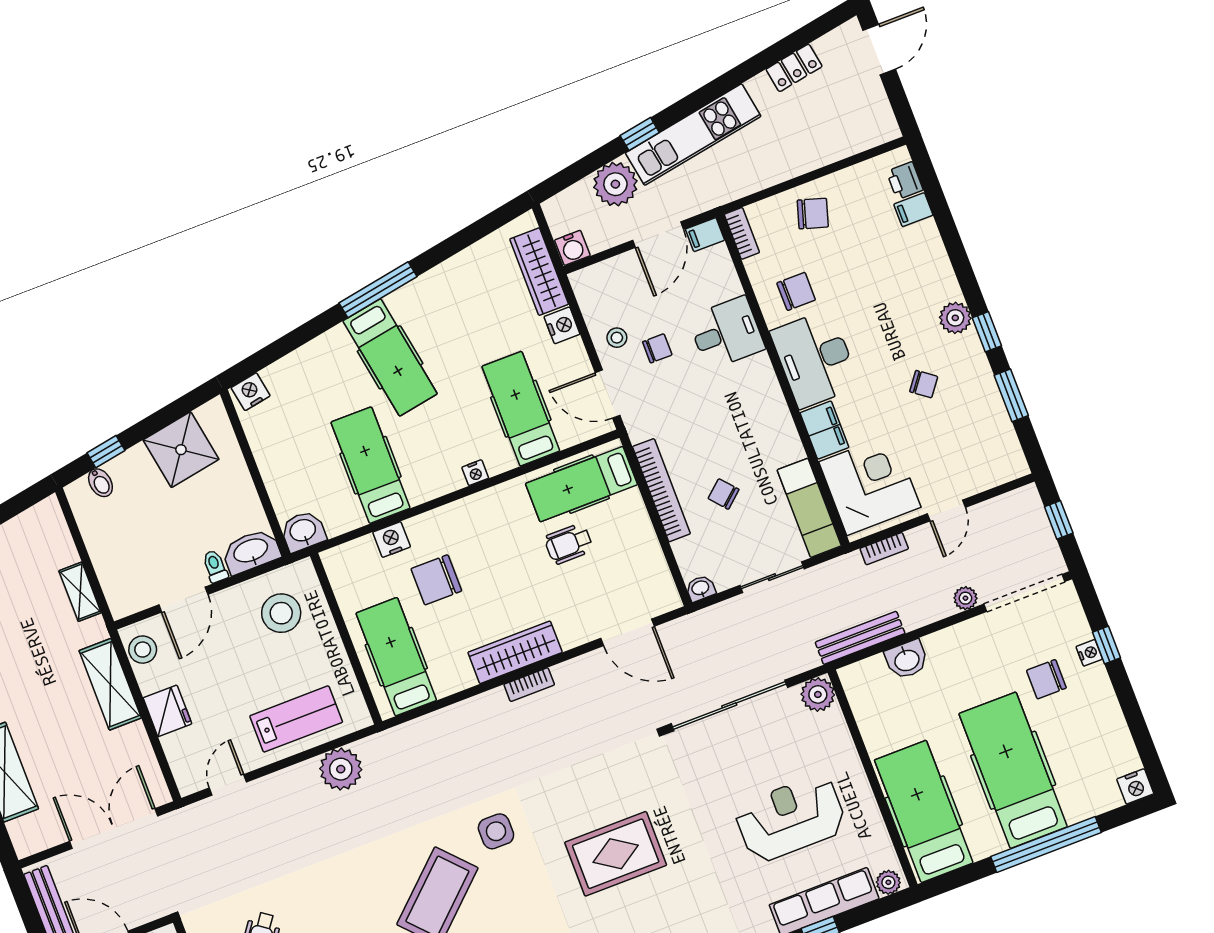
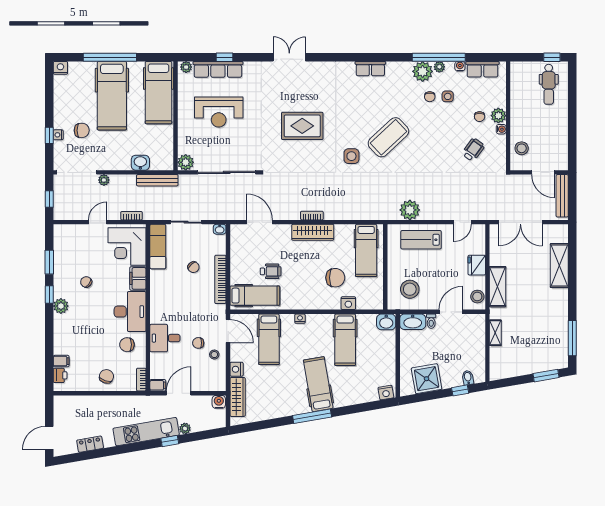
plant: (615, 184) -> (185, 428), width x0.53, depth x0.53
chair: (813, 214) -> (106, 376), turned 92

